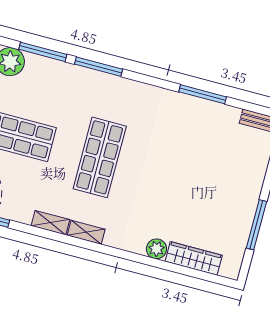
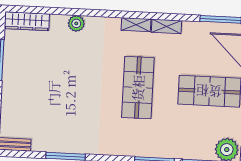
wardrobe: (194, 258) -> (27, 21), moved

